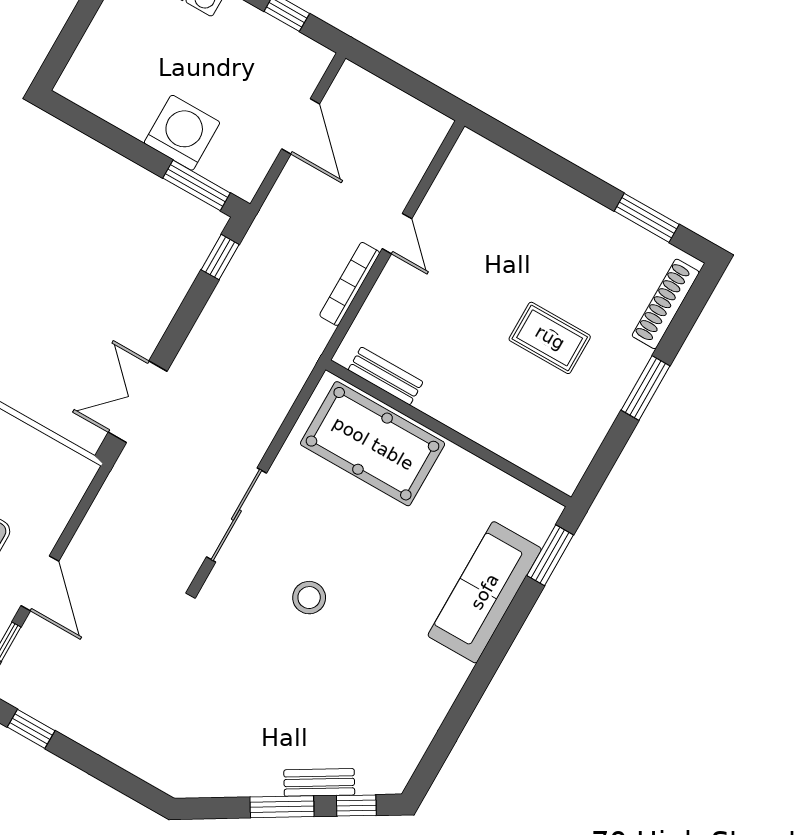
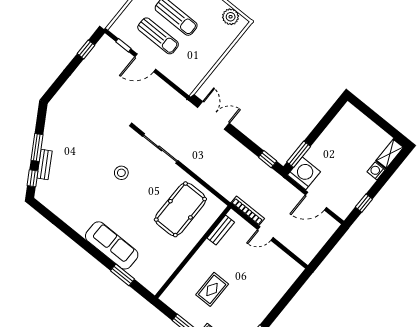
washing machine: (182, 133) -> (304, 173), moved, turned -90
bench: (386, 376) -> (221, 230), moved
wall: (448, 433) -> (193, 252), moved

